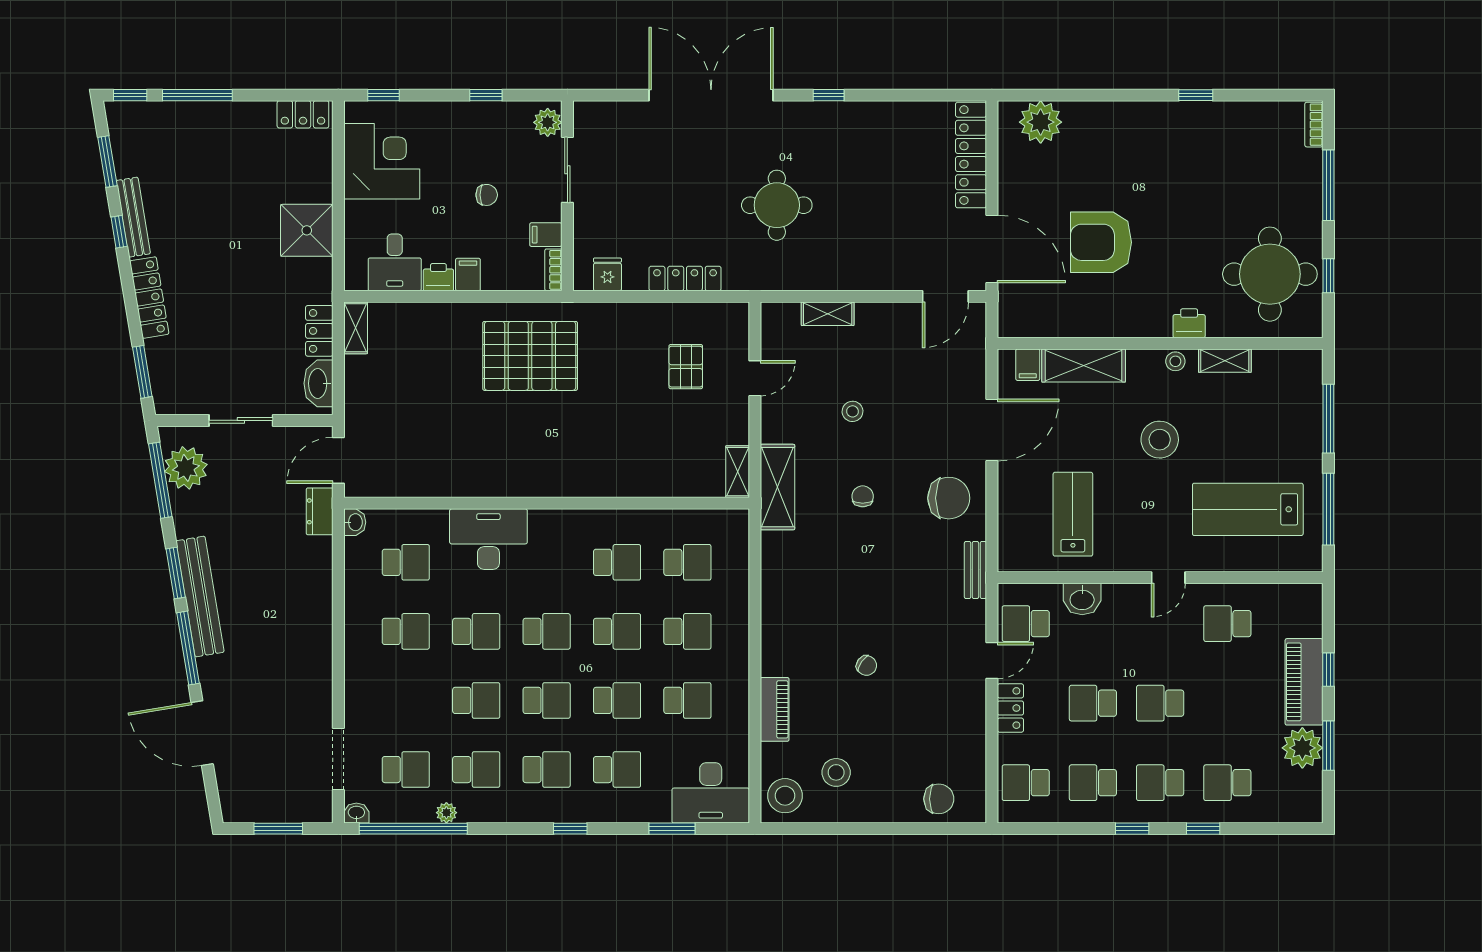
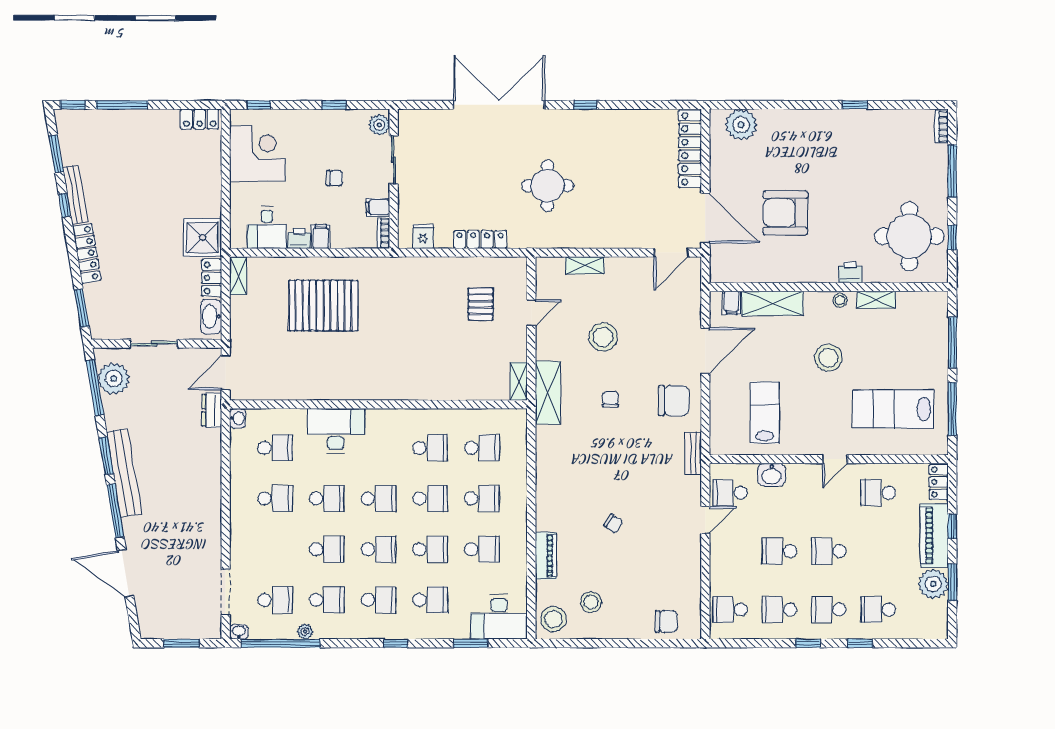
shower: (307, 230) -> (202, 237), moved
pallet: (530, 356) -> (323, 306), moved
stool: (852, 411) -> (603, 337), width x1.89, depth x1.89
locker: (1010, 708) -> (939, 482), moved, turned 180

